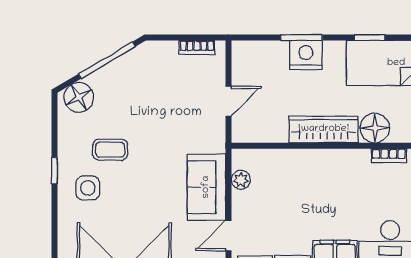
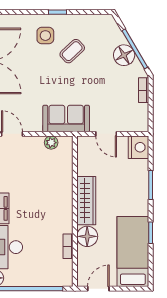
bookcase: (197, 47) -> (144, 90), moved
nightstand: (306, 55) -> (138, 147), moved
floor lamp: (79, 97) -> (124, 55), moved
coffee table: (110, 150) -> (72, 51), turned 47
sofa: (206, 187) -> (66, 119), moved

